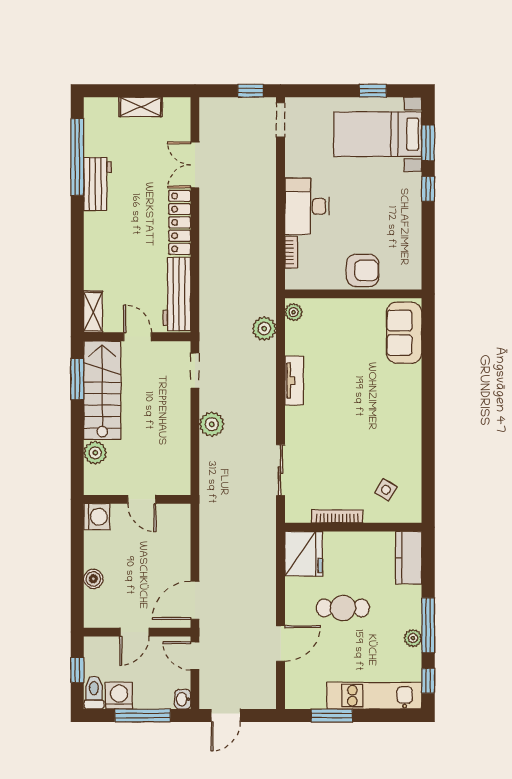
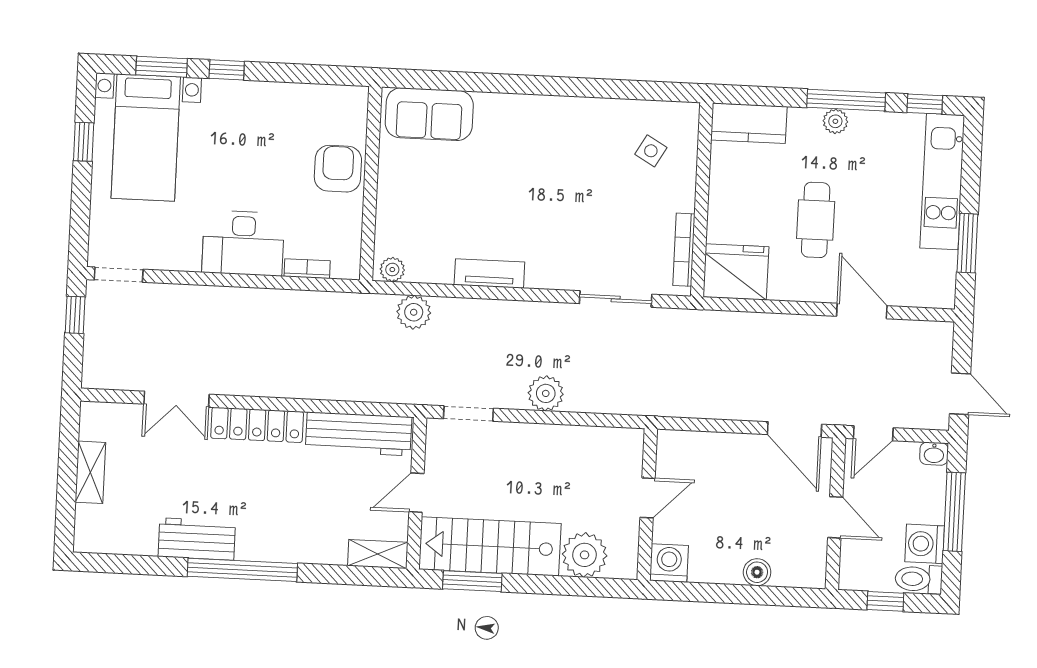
window: (77, 157) -> (242, 570), moved
plant: (95, 453) -> (585, 555), width x1.36, depth x1.36
bookcase: (337, 516) -> (684, 250), moved
plant: (413, 638) -> (835, 121), moved

